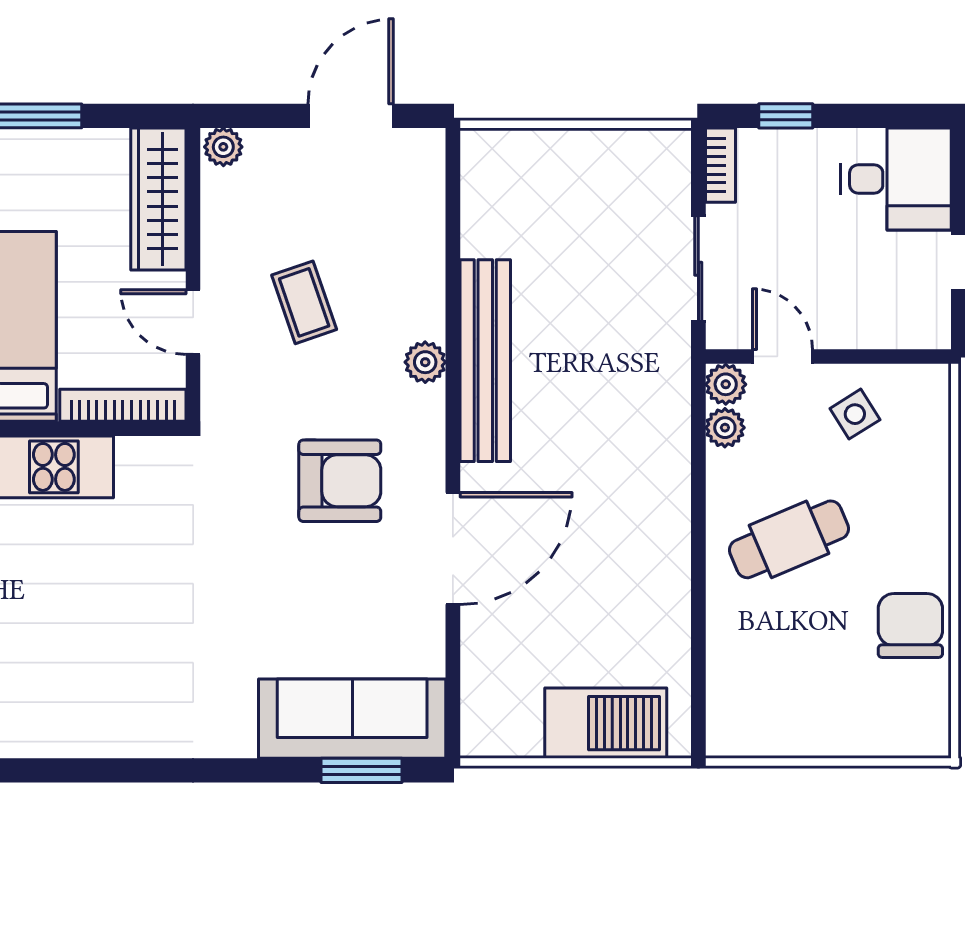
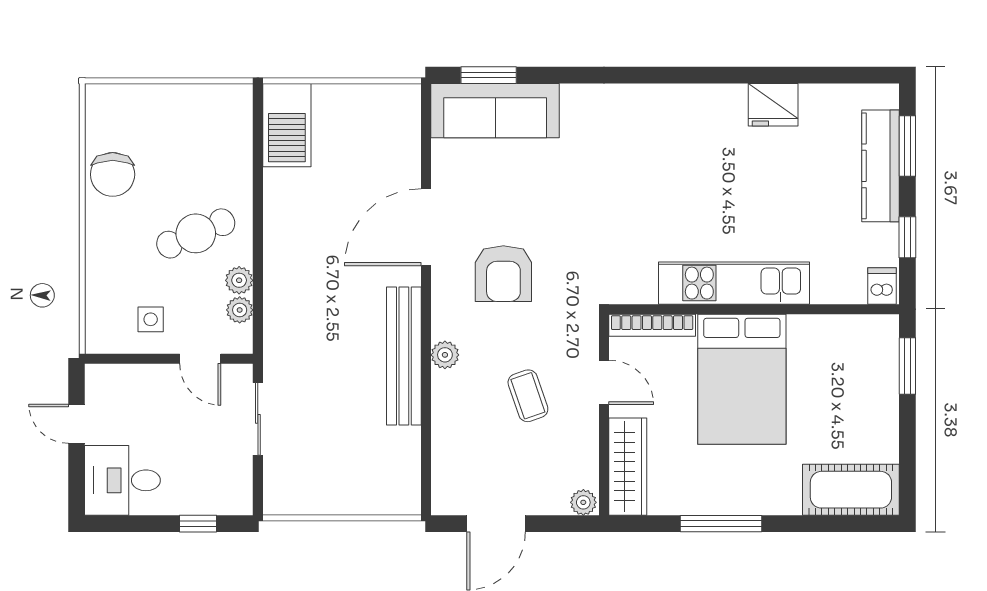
bookcase: (720, 165) -> (243, 490), removed
plant: (726, 384) -> (239, 280), moved
side table: (855, 414) -> (151, 319), turned 32
armchair: (340, 481) -> (503, 274), turned -90
barbecue: (606, 723) -> (287, 125), moved, turned -90

